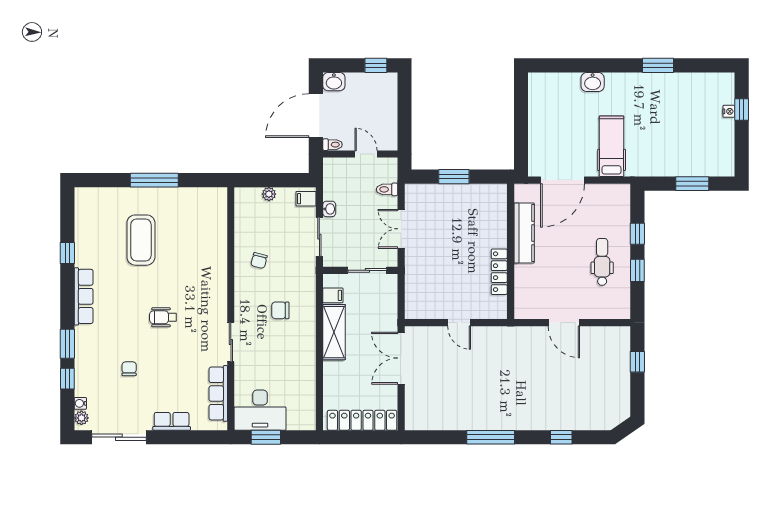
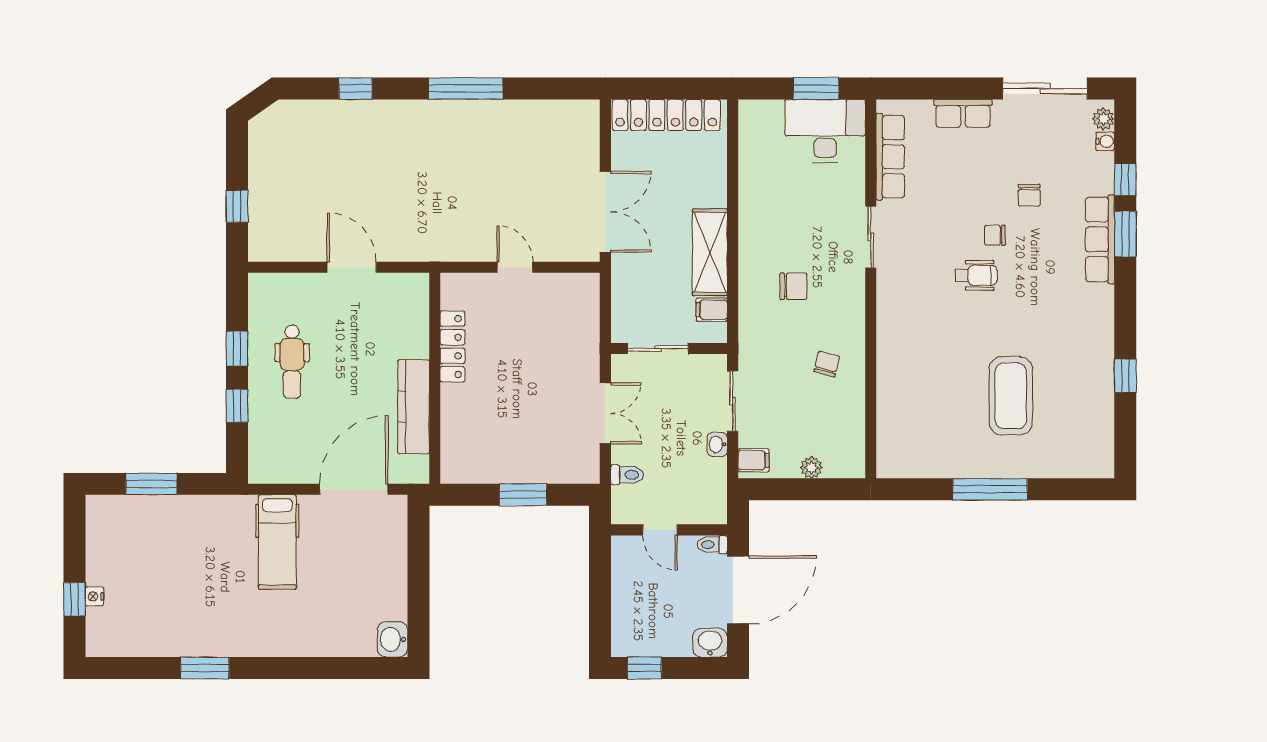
washbasin: (593, 82) -> (393, 639), moved, turned -90
row of seats: (84, 296) -> (1100, 239), moved
chair: (151, 343) -> (995, 235), added

